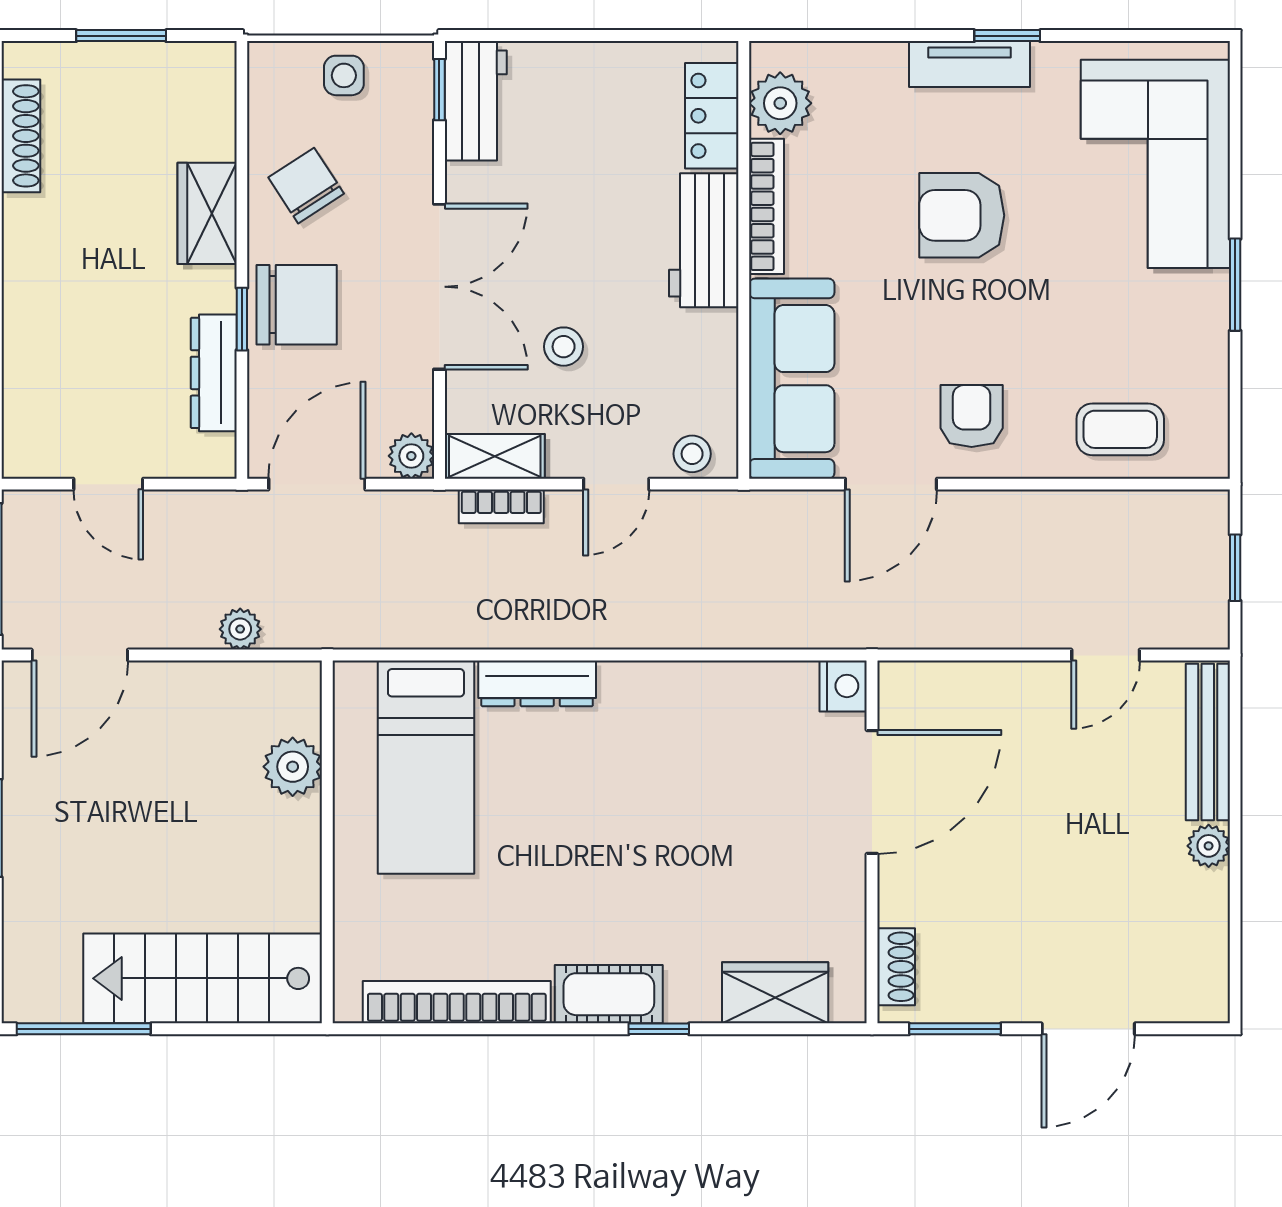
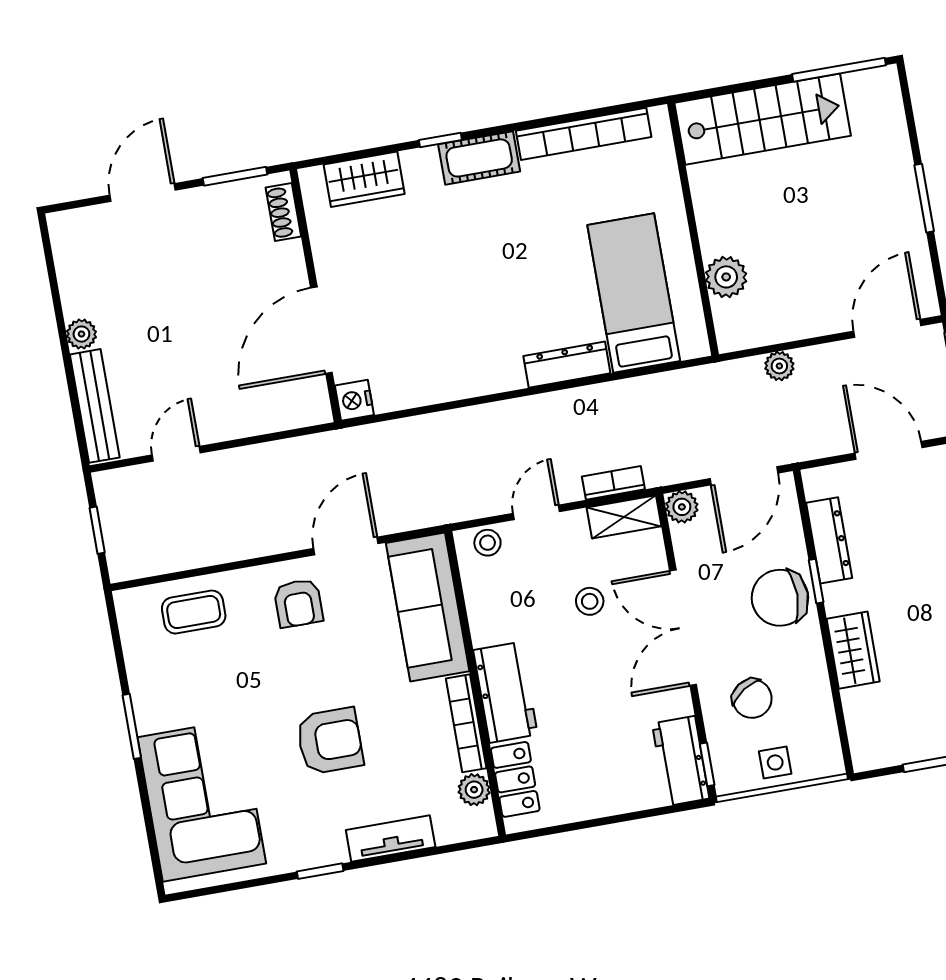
tv unit: (969, 64) -> (391, 838), moved
plant: (780, 103) -> (474, 790), width x0.73, depth x0.73
chair: (306, 186) -> (752, 699), moved
door: (108, 484) -> (889, 450), width x1.38

